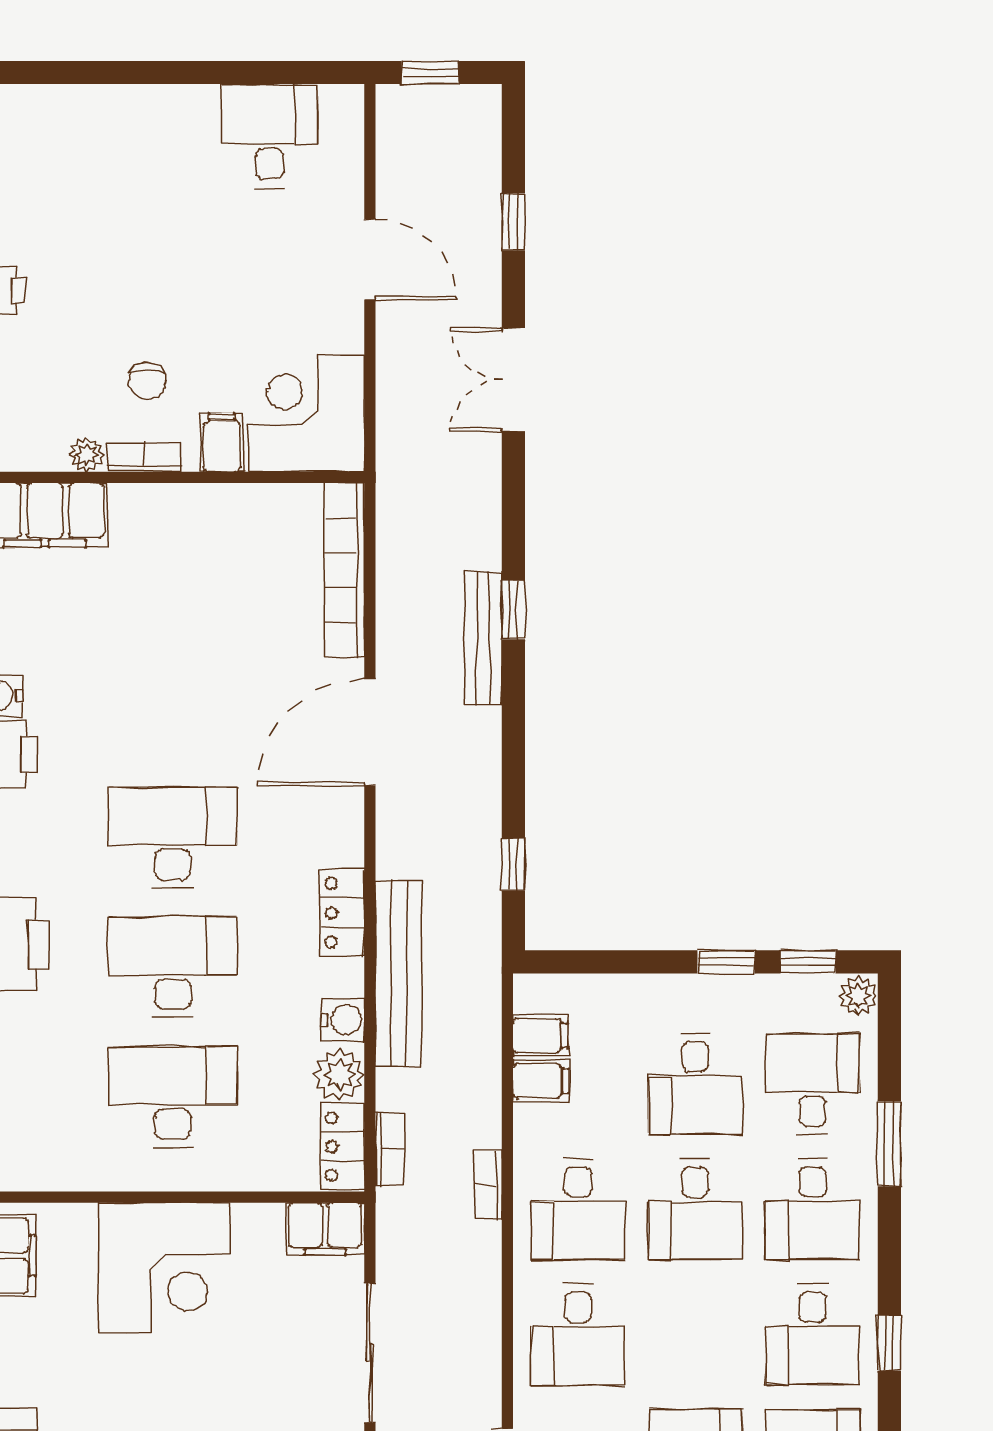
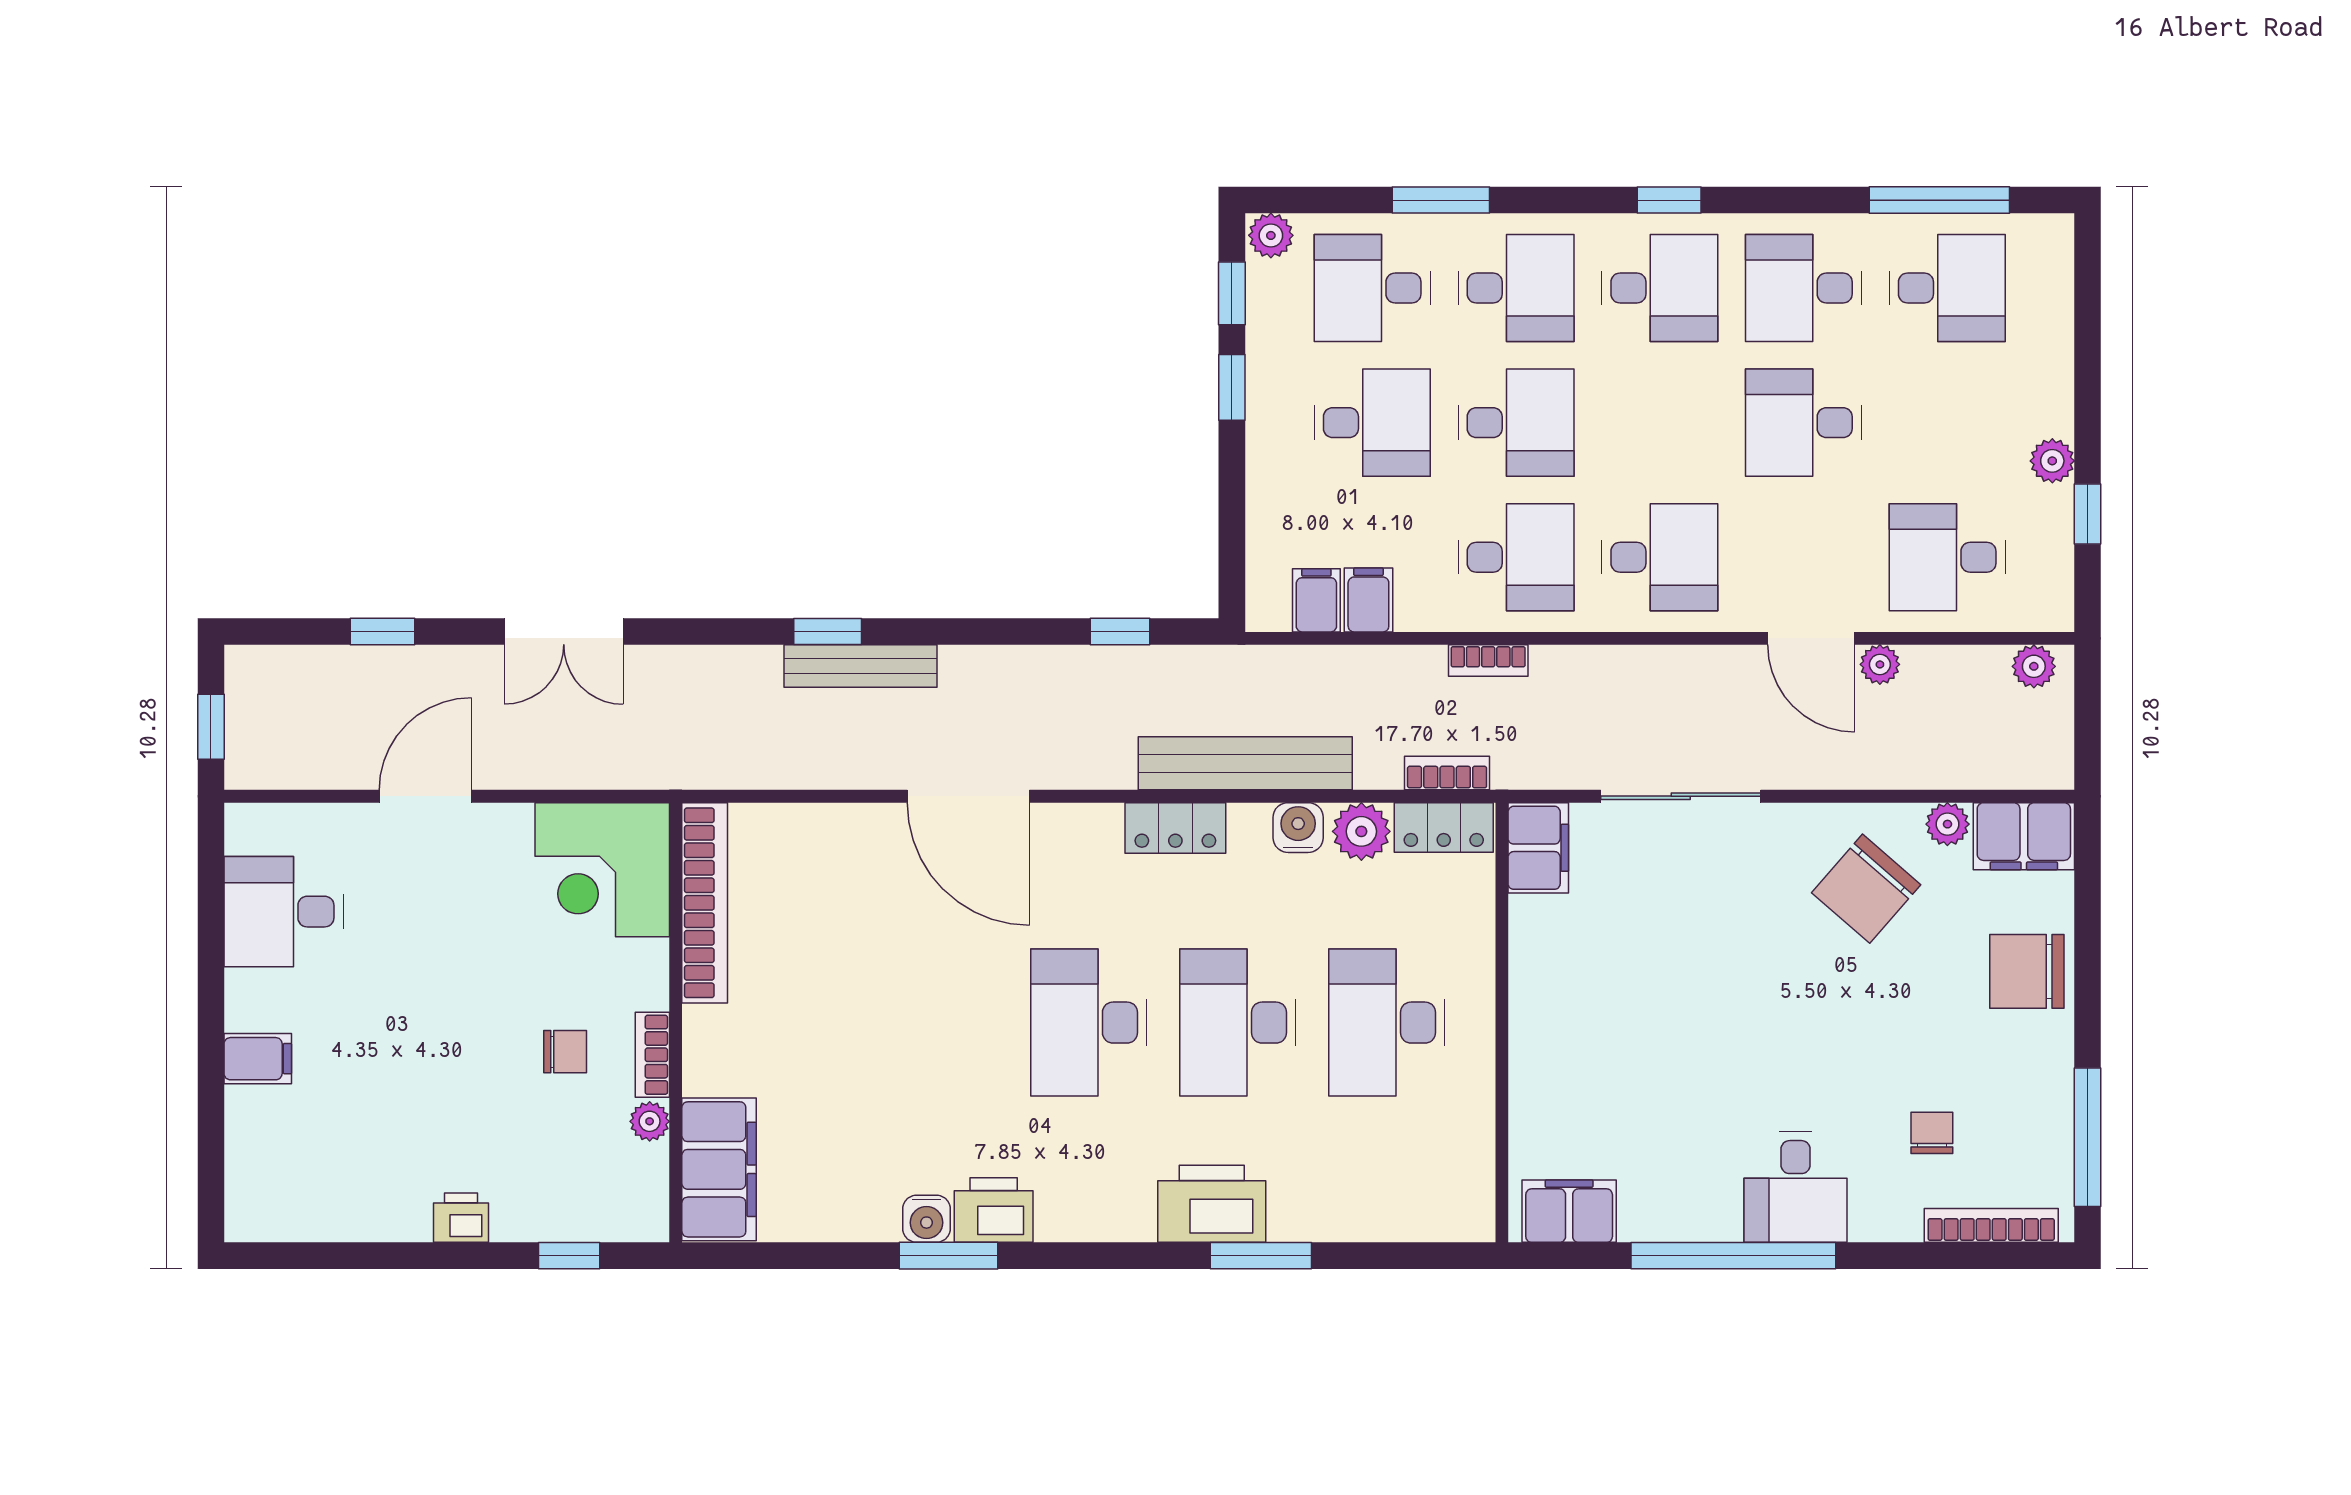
filing cabinet: (222, 442) -> (258, 1059), moved, turned 180
bookcase: (345, 570) -> (705, 903), moved, turned -90
corner desk: (164, 1268) -> (1583, 1033), removed

